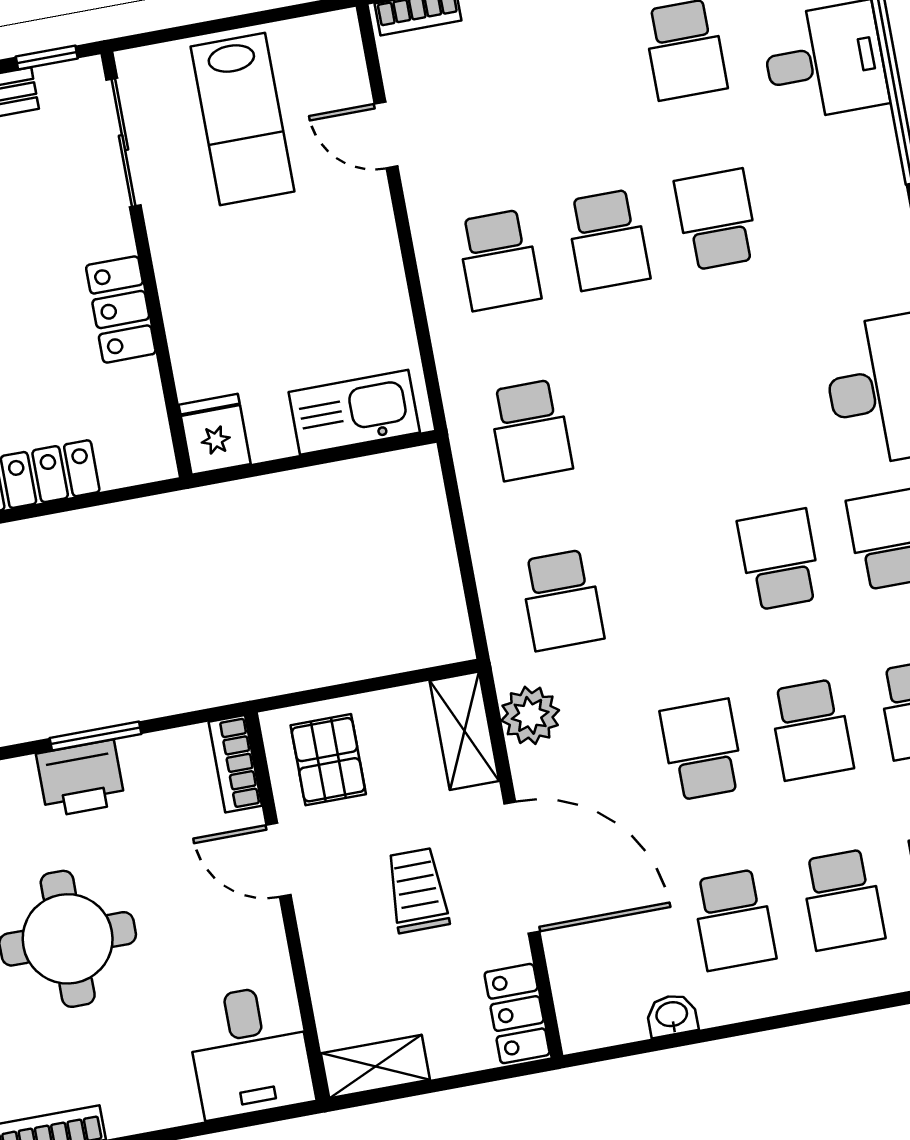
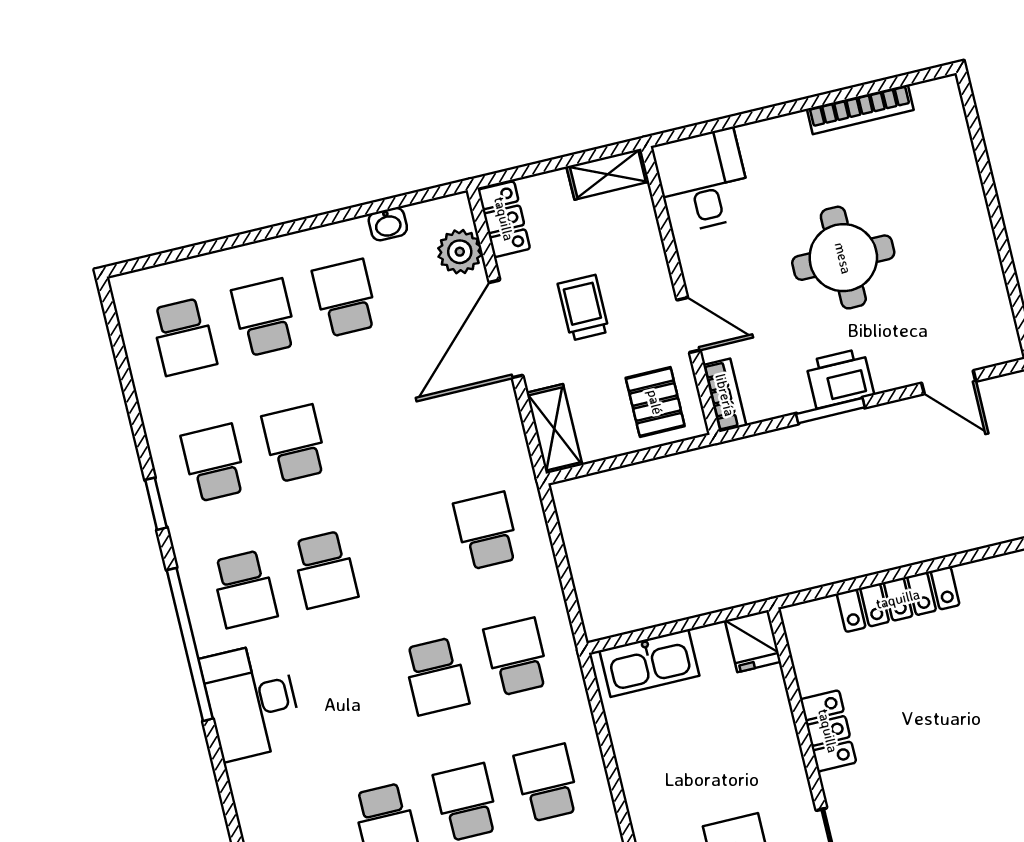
plant: (530, 715) -> (460, 252), moved
school desk: (702, 750) -> (436, 676), moved
door: (522, 868) -> (506, 329), hinge flipped
trolley: (417, 890) -> (583, 308), turned 180

